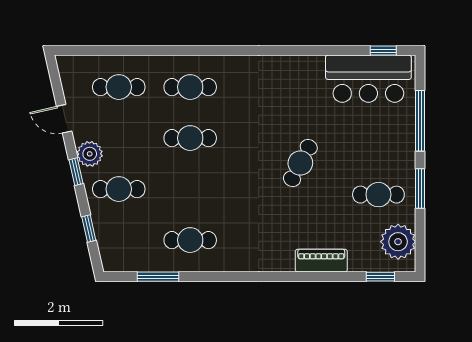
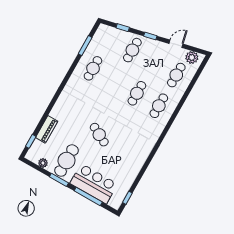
bar counter: (368, 79) -> (94, 184), moved, turned 90
plant: (90, 154) -> (192, 57), moved
cafe table: (378, 195) -> (67, 161), width x1.37, depth x1.35
plant: (398, 242) -> (43, 163), width x0.53, depth x0.53
piano: (321, 261) -> (47, 129), moved

